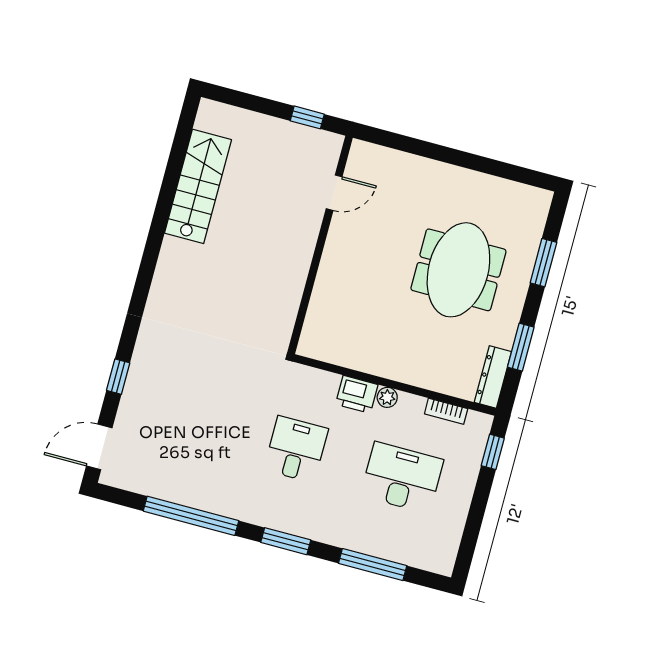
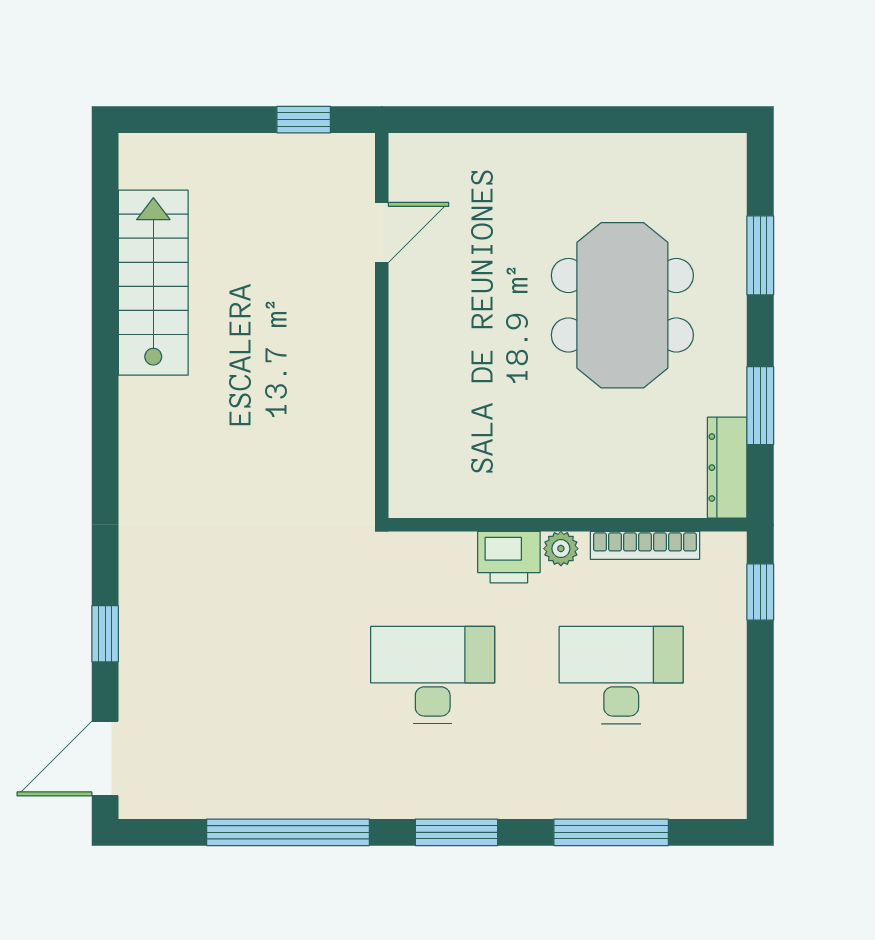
bookcase: (446, 411) -> (645, 545), width x1.56
desk: (296, 449) -> (433, 675), width x1.37

